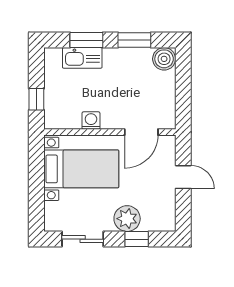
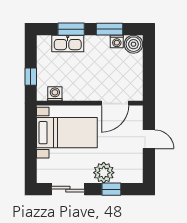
washing machine: (143, 55) -> (117, 41), added
washing machine: (91, 121) -> (55, 94), moved

